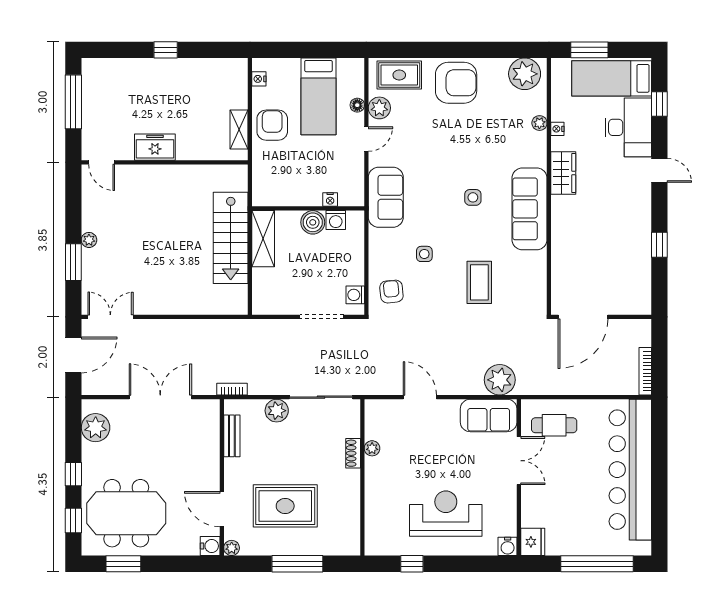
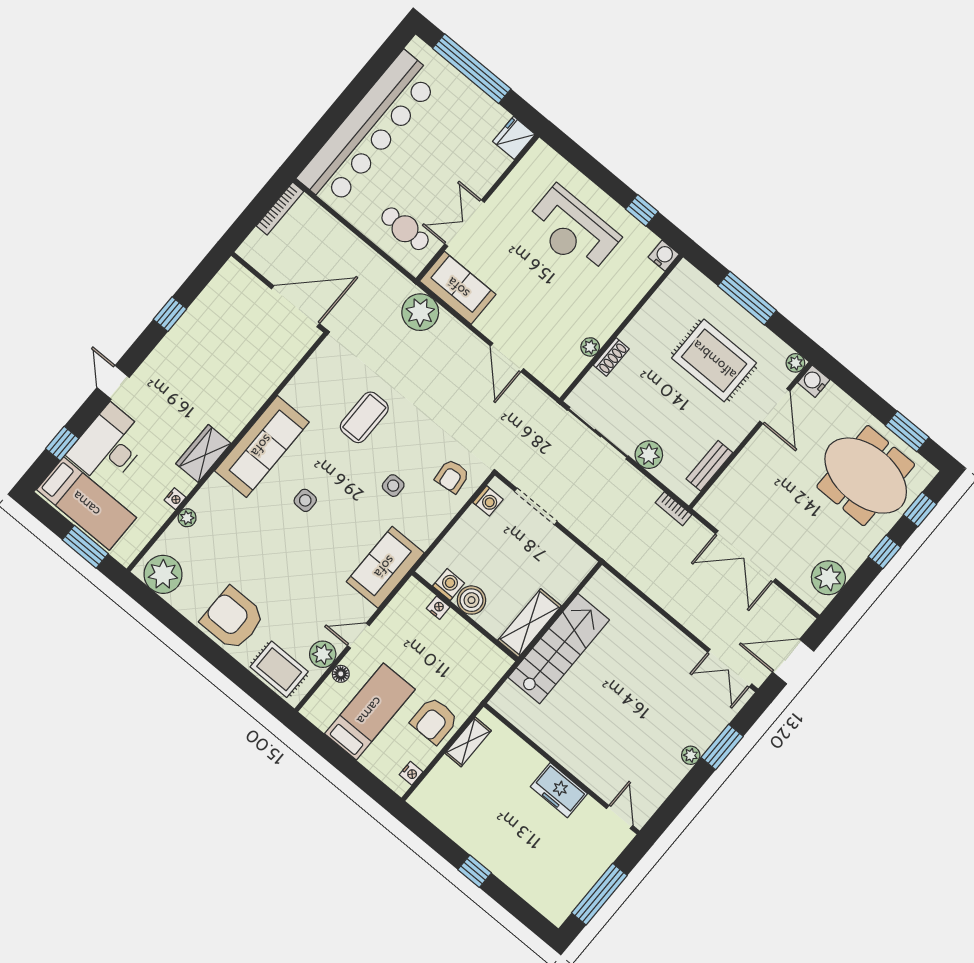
water cooler: (508, 546) -> (664, 256), moved

